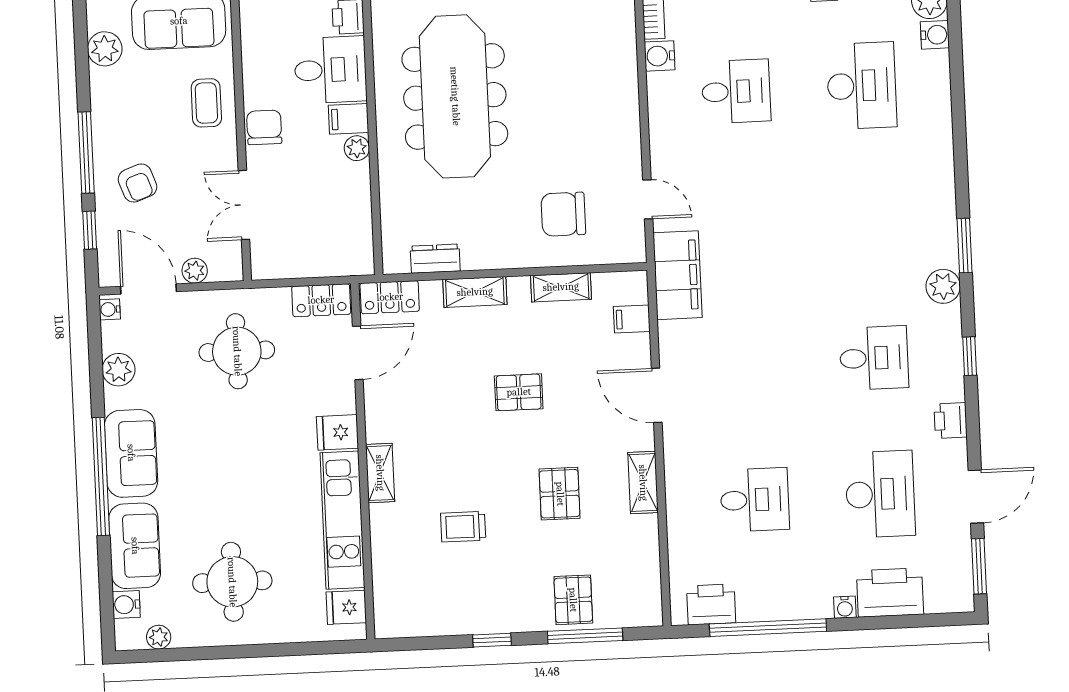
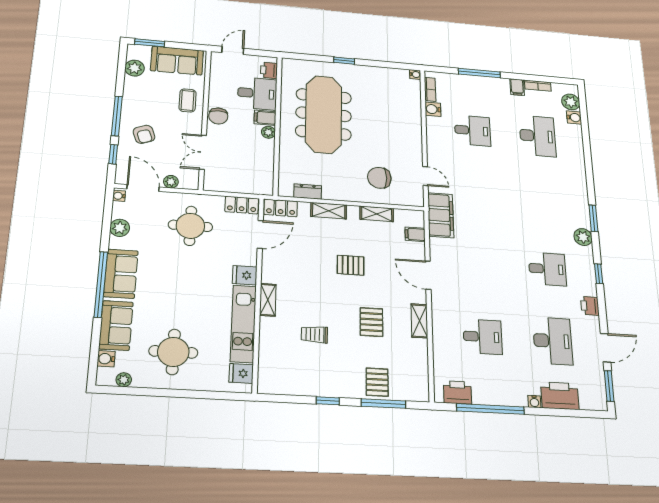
chair: (264, 127) -> (218, 116), turned 180

